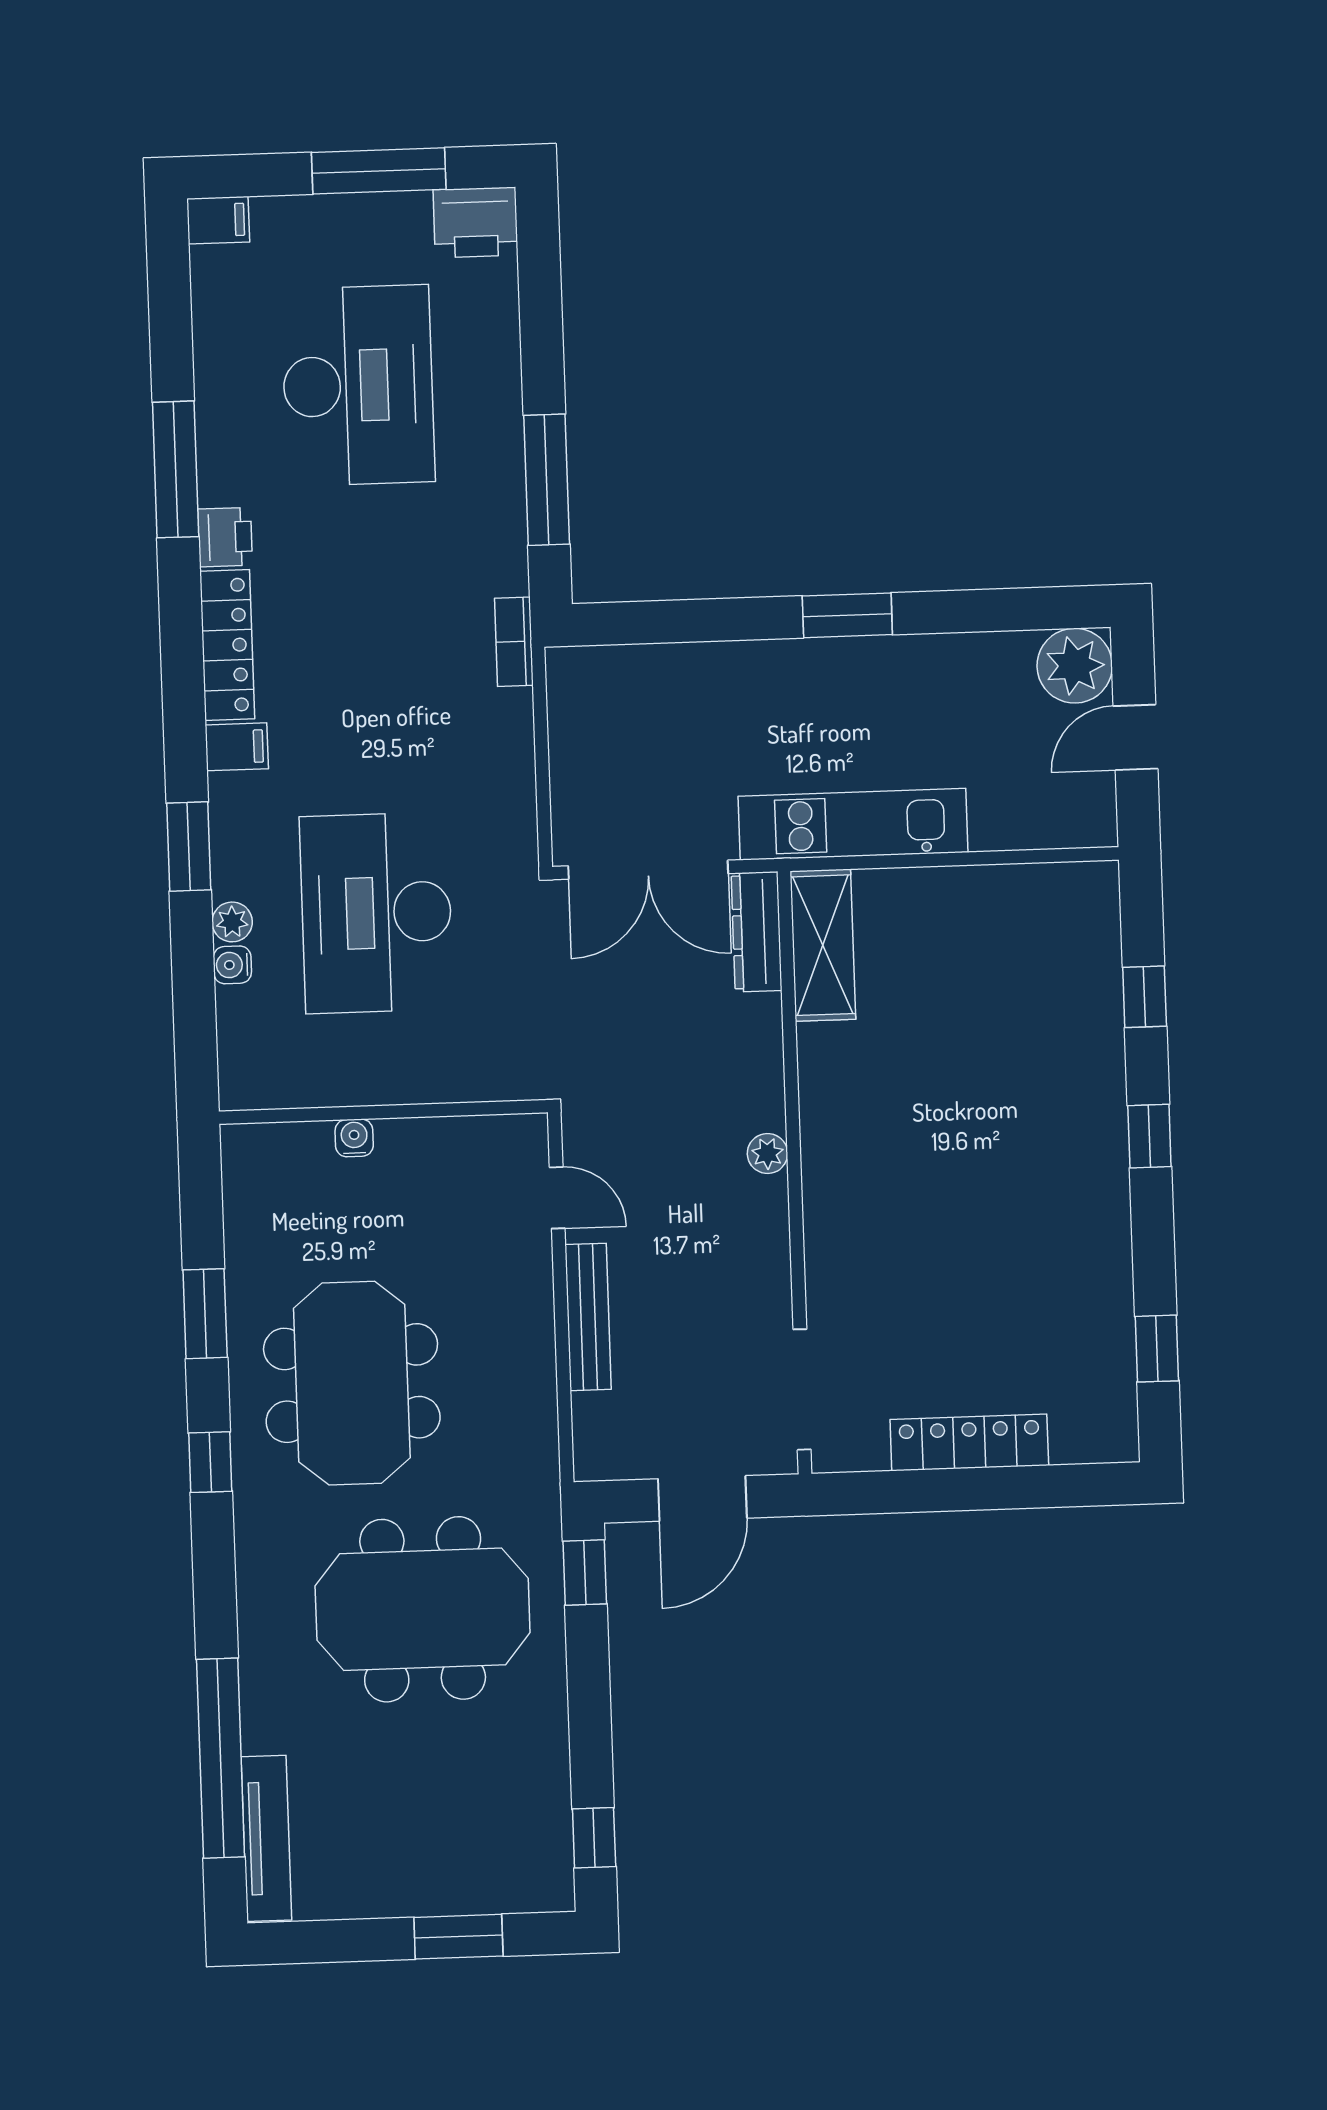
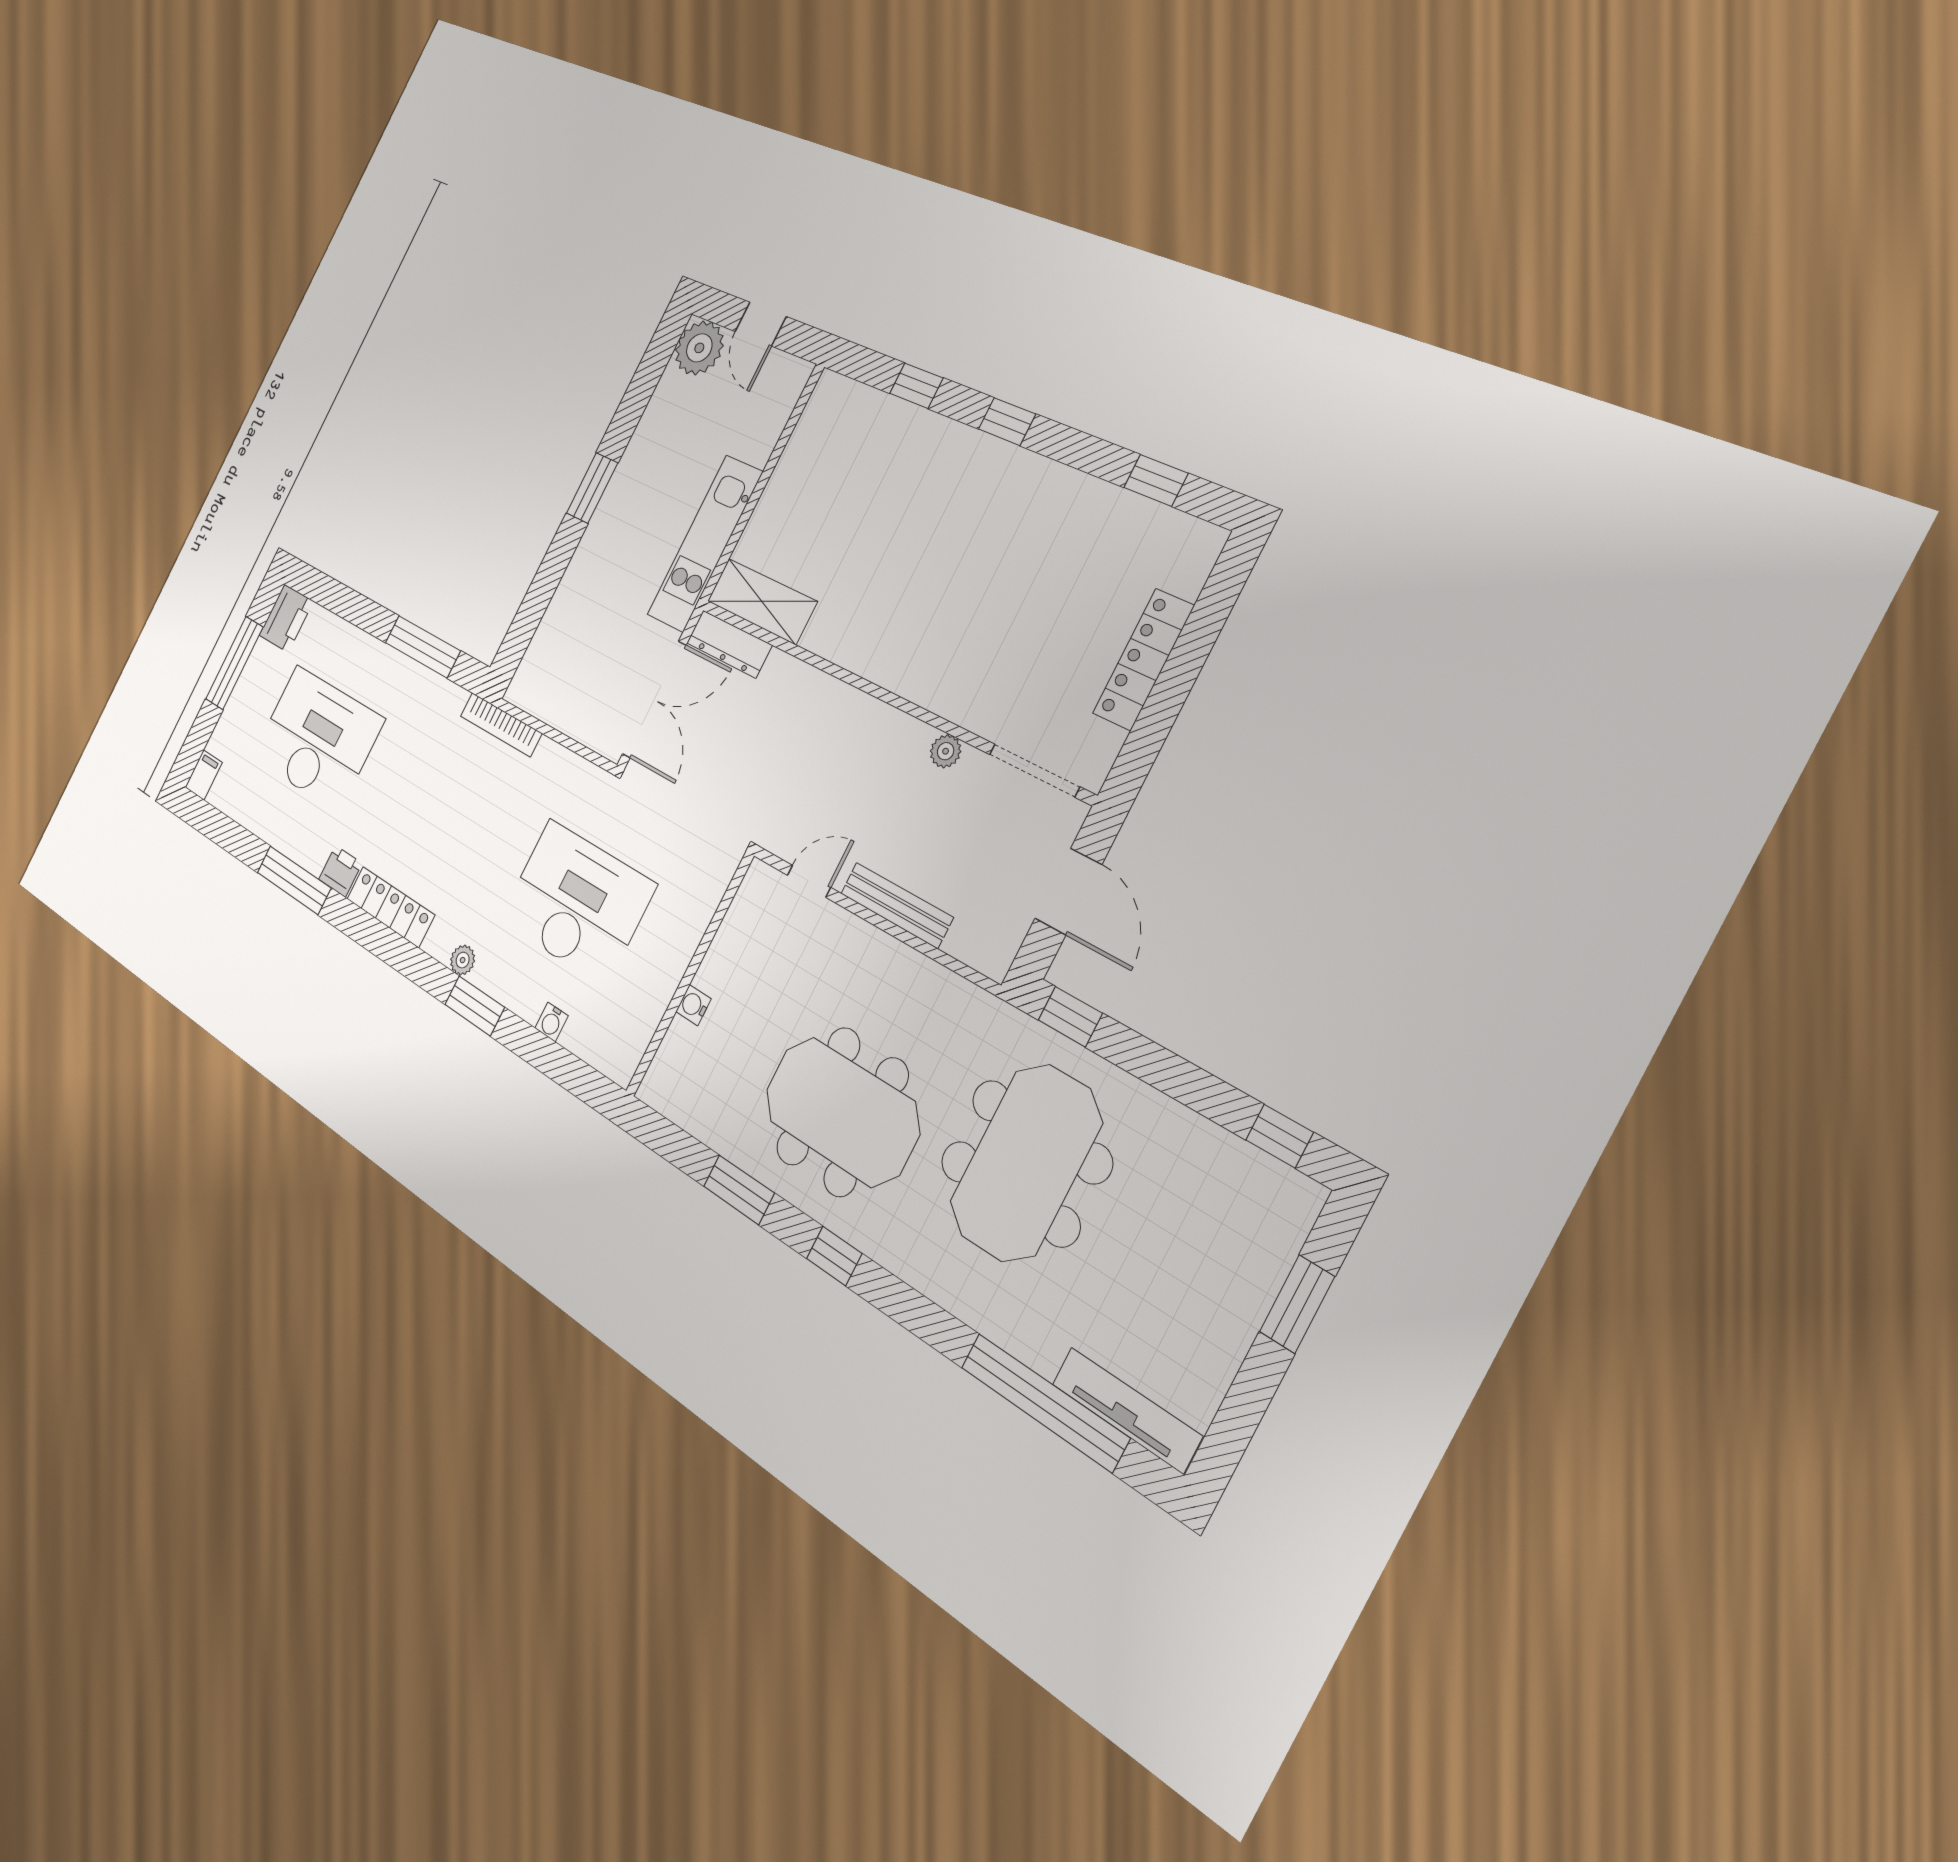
bookcase: (514, 642) -> (501, 725), width x1.56
filing cabinet: (237, 747) -> (442, 937), removed
desk: (376, 913) -> (577, 903), turned 180
plant: (232, 922) -> (463, 960), moved
plant: (768, 1153) -> (946, 751), moved

